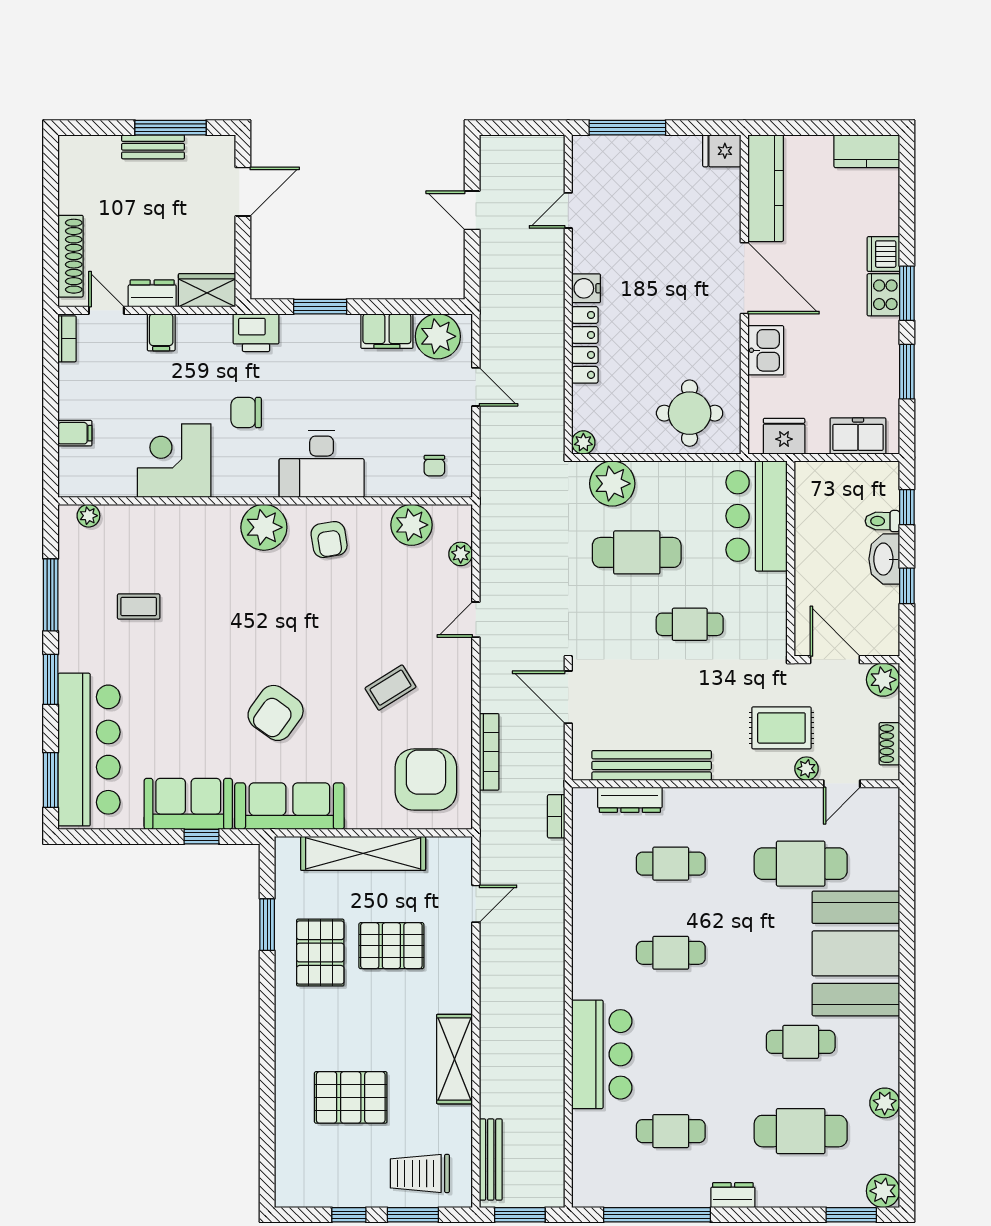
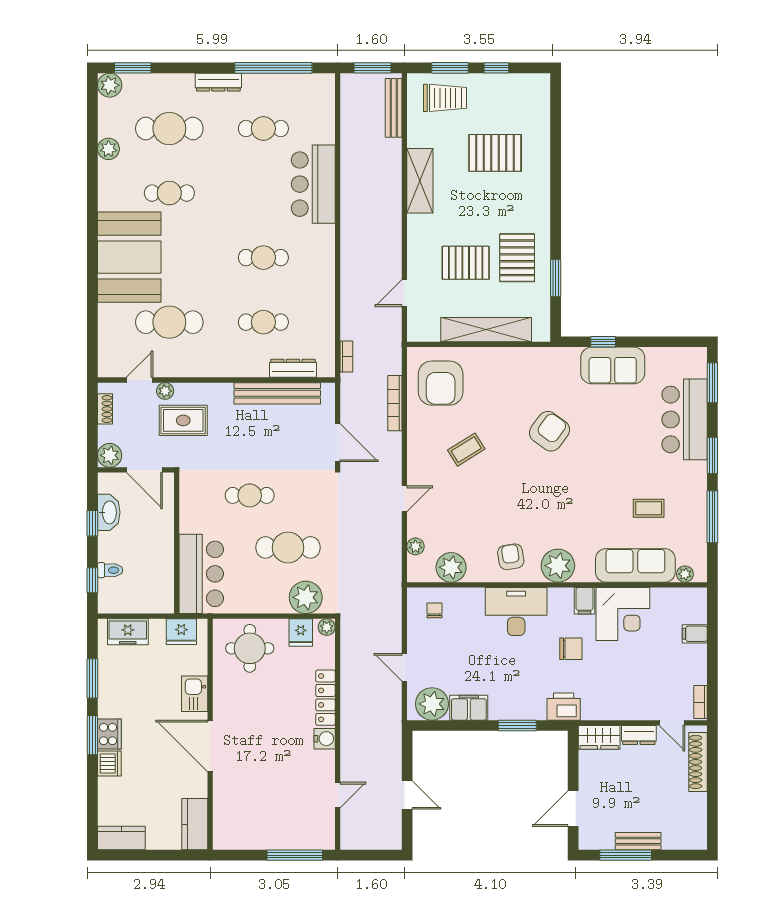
fridge: (722, 151) -> (301, 632), moved, turned 90
kitchen counter: (766, 188) -> (195, 824), width x0.67
filing cabinet: (161, 332) -> (585, 601), moved, turned 180
washbasin: (884, 559) -> (109, 512), moved
bar counter: (89, 750) -> (685, 419), width x0.73
sofa: (289, 806) -> (635, 565), moved, turned 180
dresser: (733, 1195) -> (218, 82), width x1.44

